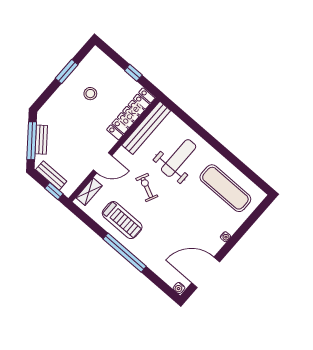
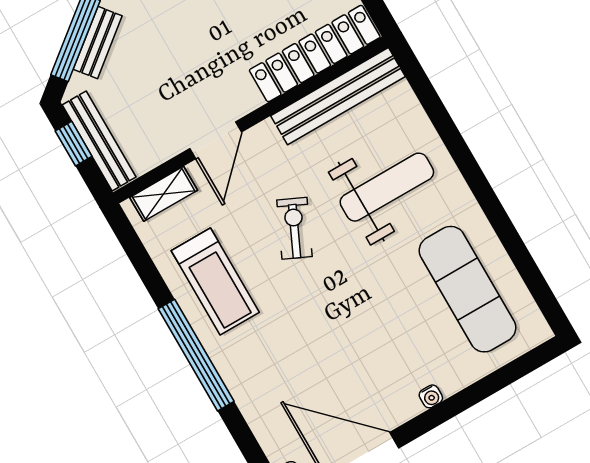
door: (103, 163) -> (216, 140), hinge flipped
bench: (51, 175) -> (99, 141), width x1.36
window: (54, 191) -> (74, 144), moved

